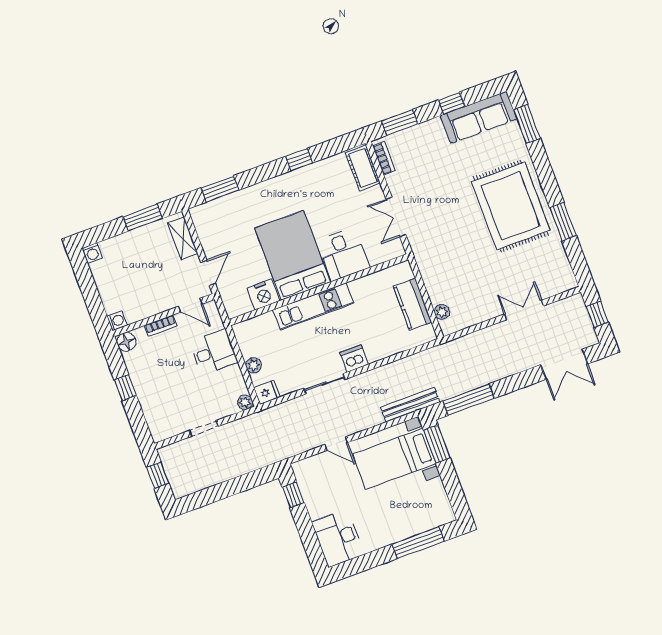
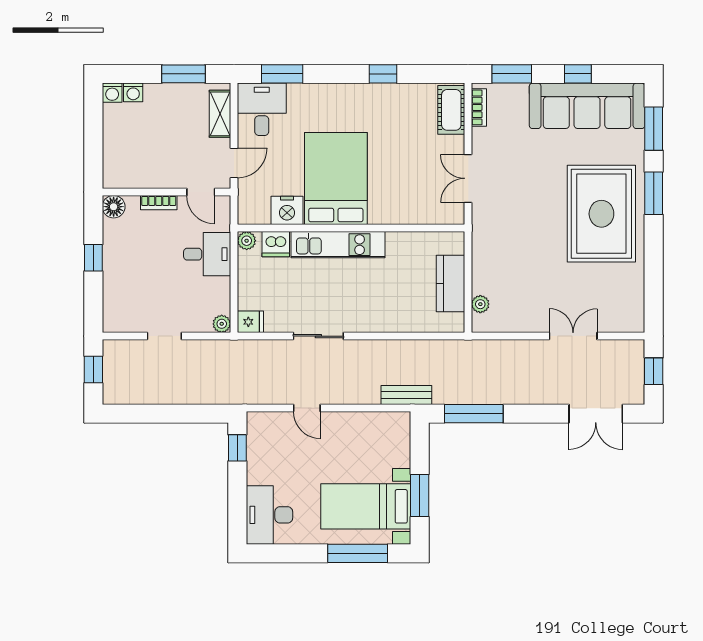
sofa: (479, 117) -> (587, 106), width x1.36, depth x1.27
window: (563, 222) -> (654, 193), moved
desk: (343, 254) -> (262, 109), moved, turned 180
washing machine: (117, 321) -> (133, 92), moved, turned 90
dishwasher: (354, 358) -> (276, 244), moved, turned 180
plant: (254, 365) -> (247, 241), moved
bench: (410, 405) -> (406, 395), width x0.73
window: (437, 444) -> (420, 495), moved
bed with nightstands: (394, 459) -> (366, 506), moved

